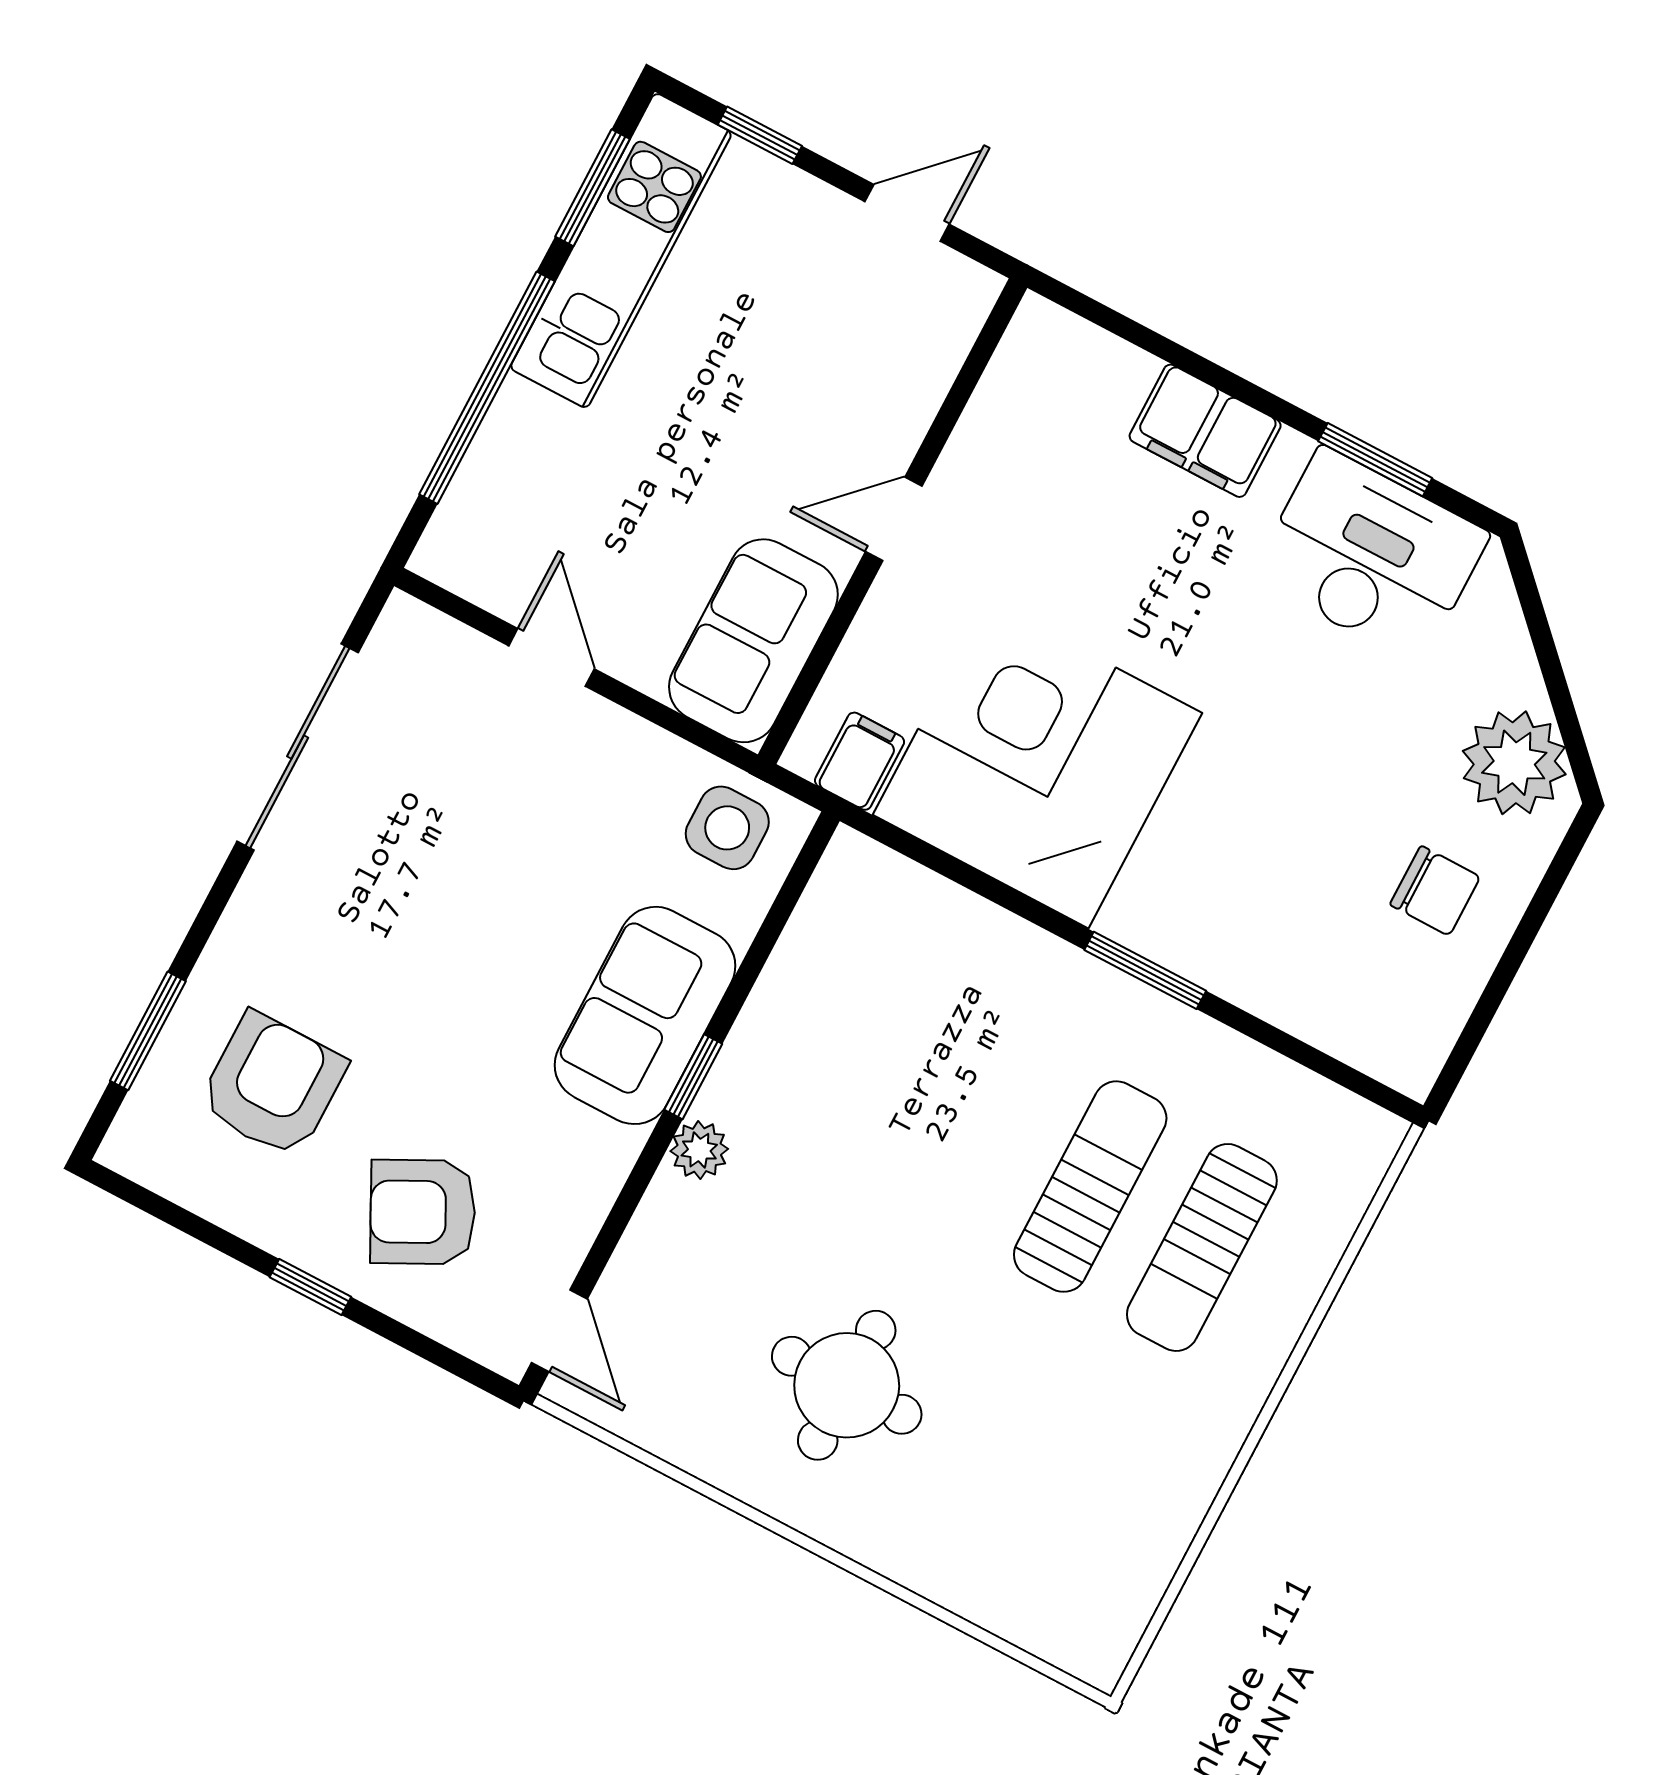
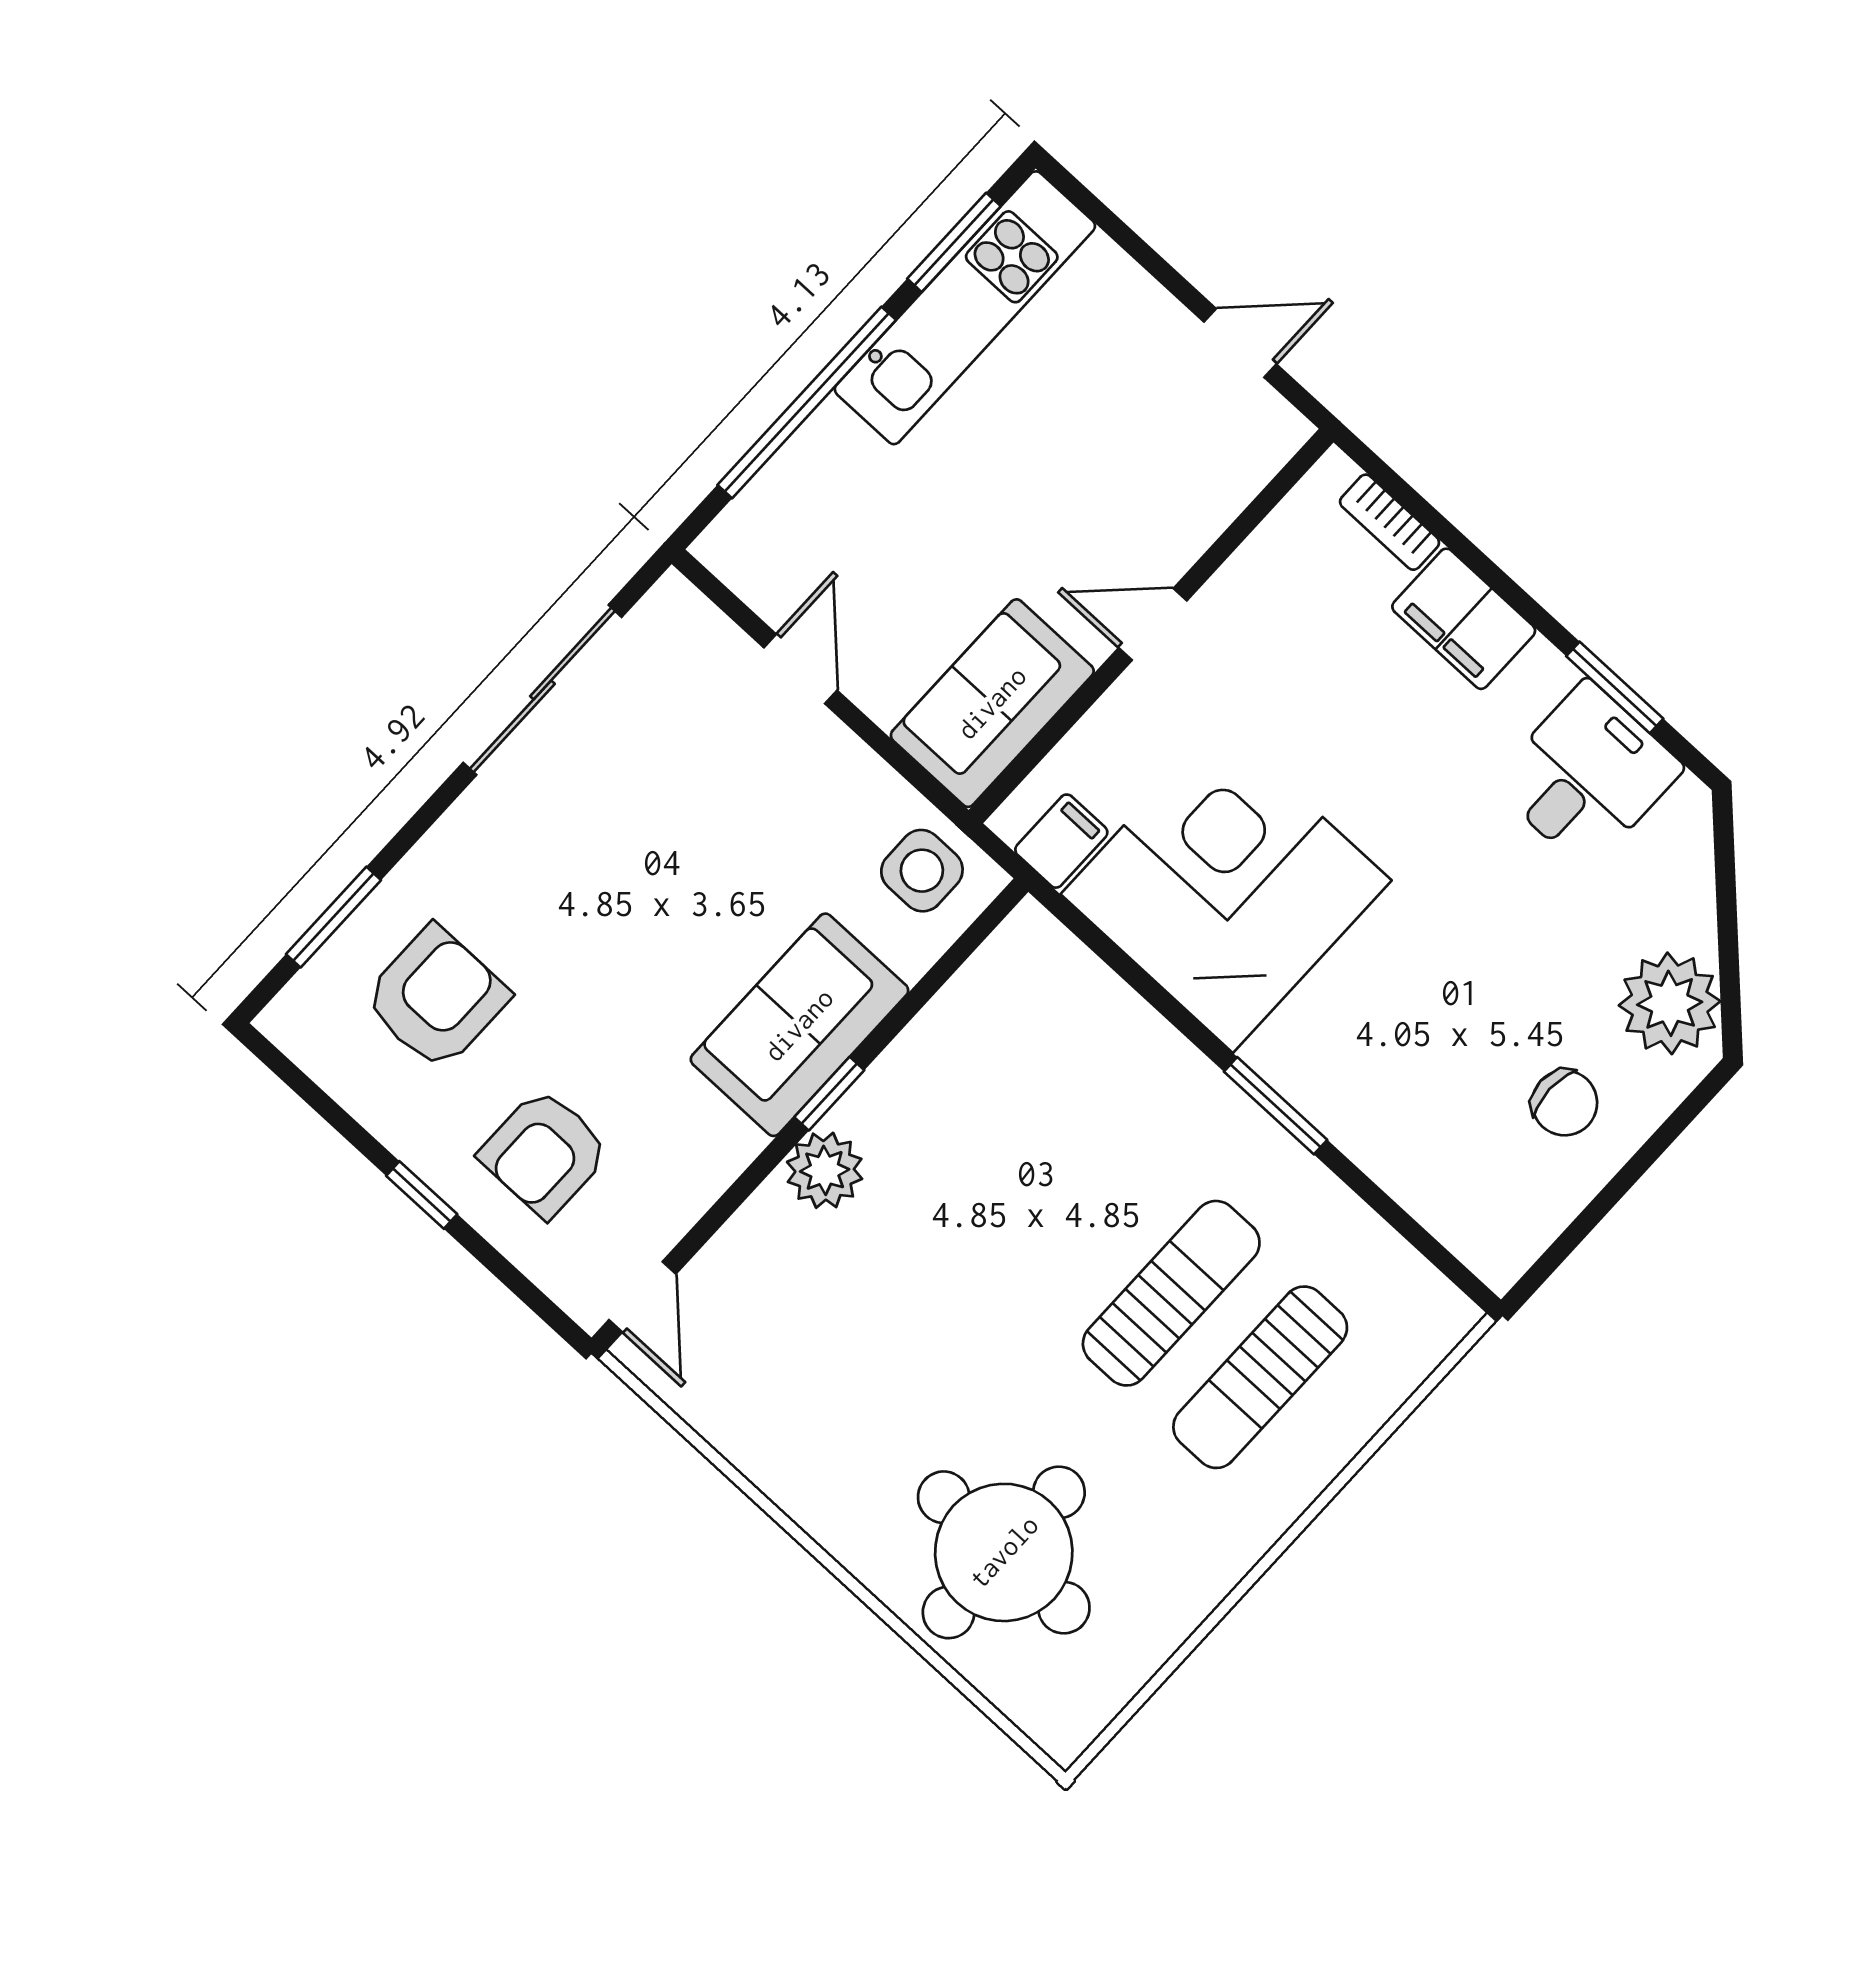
window: (760, 135) -> (1122, 235), removed
bookcase: (1105, 353) -> (1390, 522), added
desk: (1371, 556) -> (1587, 775), width x0.73
plant: (699, 1150) -> (825, 1170), width x1.38, depth x1.38
armchair: (423, 1212) -> (545, 1153), turned -63
round table: (847, 1385) -> (1004, 1552), moved, width x1.36, depth x1.36

